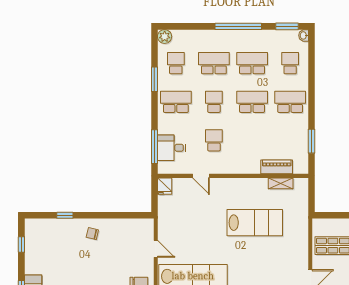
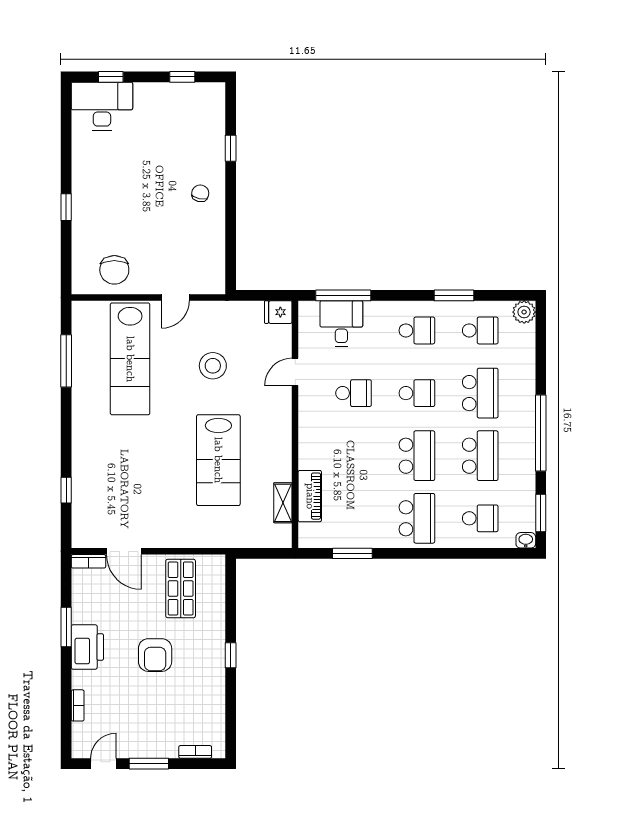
school desk: (176, 102) -> (417, 330), width x0.54
stool: (197, 226) -> (213, 366), added

